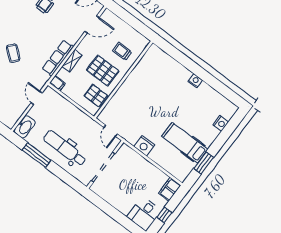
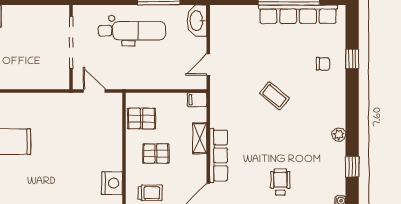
row of seats: (58, 58) -> (219, 155), moved
pallet: (103, 71) -> (156, 154), width x0.67, depth x0.71
door: (37, 98) -> (208, 64), swing flipped
nightstand: (144, 146) -> (112, 183), moved, turned 90

